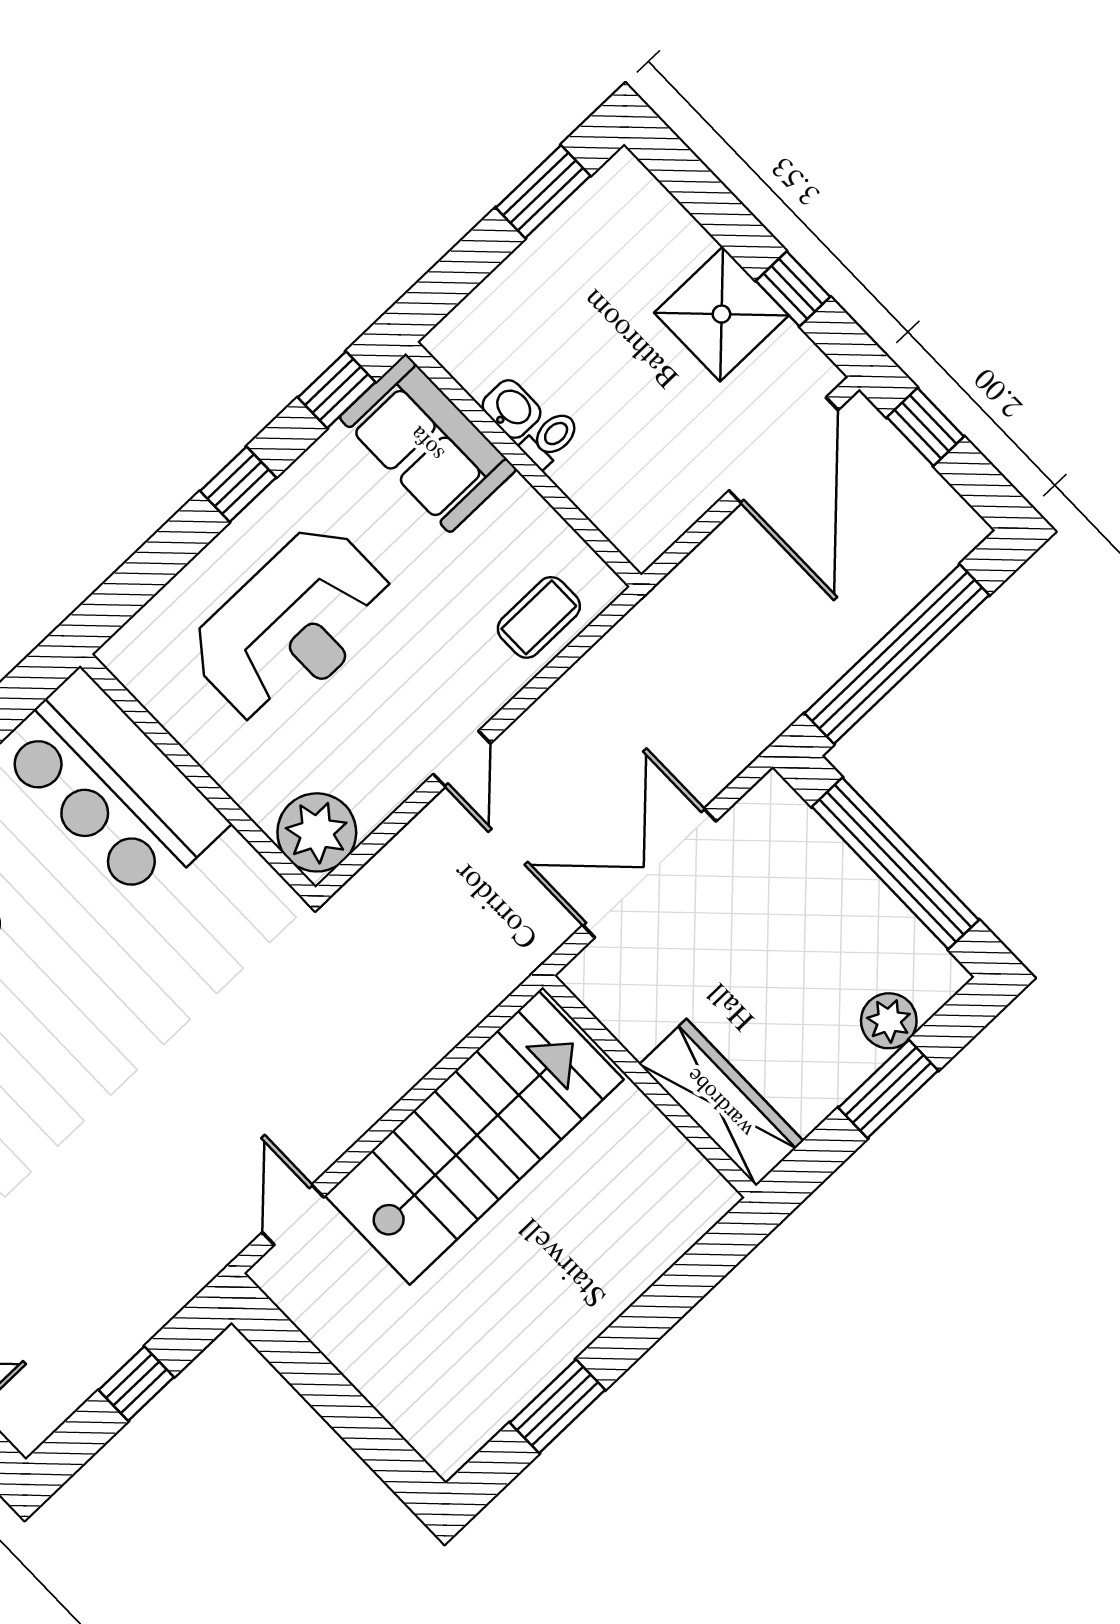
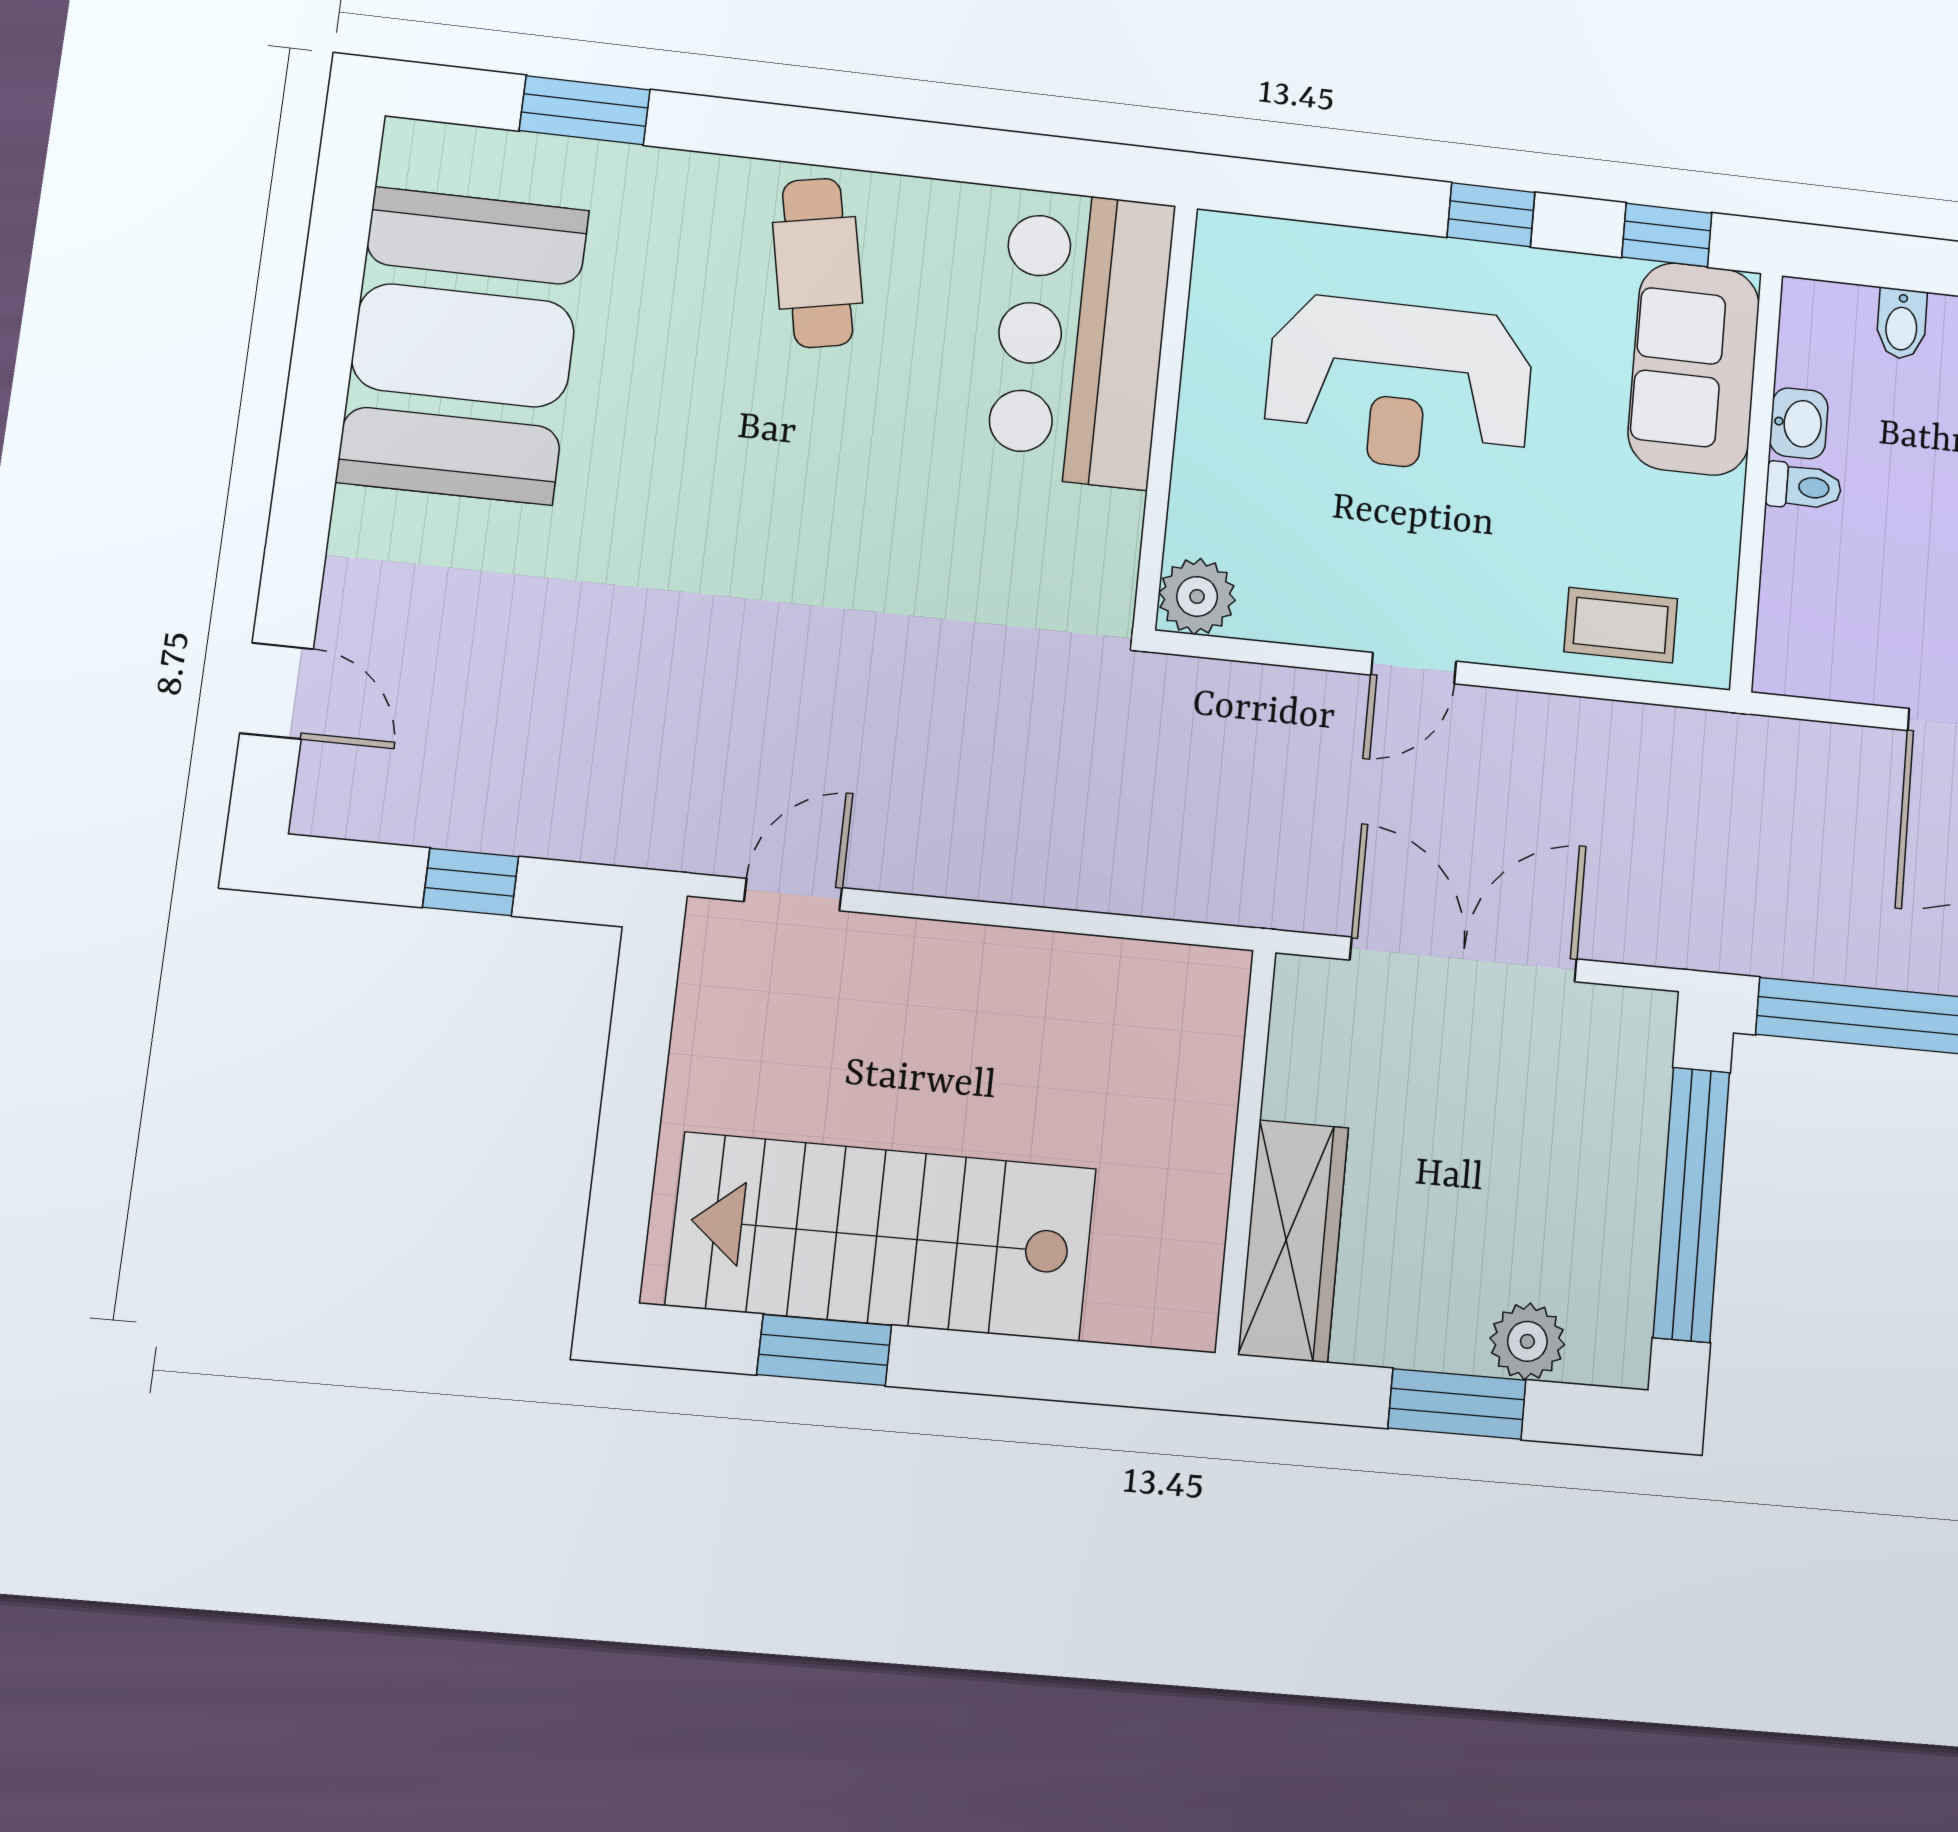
bidet: (505, 295) -> (1902, 324), added
plant: (317, 832) -> (1197, 596), width x0.73, depth x0.73
stairs: (474, 1138) -> (882, 1237), moved, turned 180

